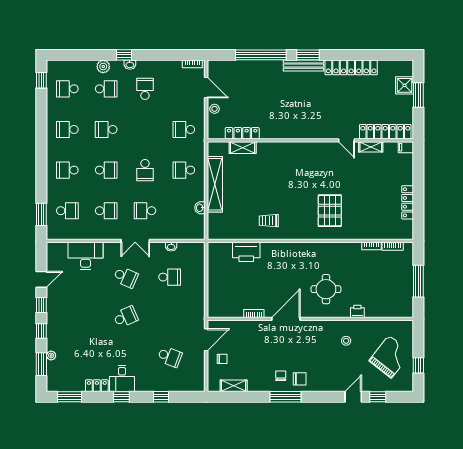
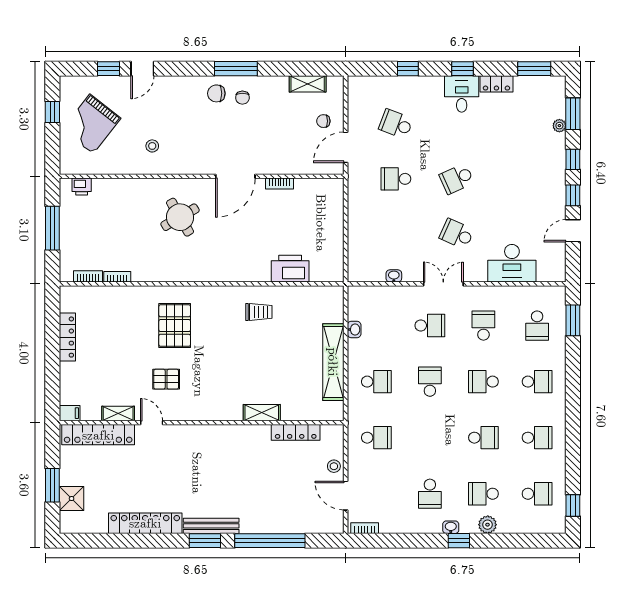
shelving: (243, 148) -> (262, 413), moved
pallet: (336, 172) -> (166, 379), added
school desk: (67, 211) -> (537, 326), turned -90
school desk: (106, 211) -> (483, 326), turned 90
school desk: (170, 277) -> (396, 179), moved
round table: (326, 289) -> (180, 217), turned -30
printer: (357, 311) -> (82, 187), moved

